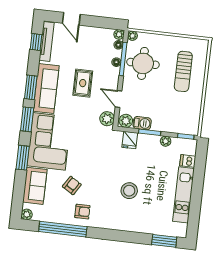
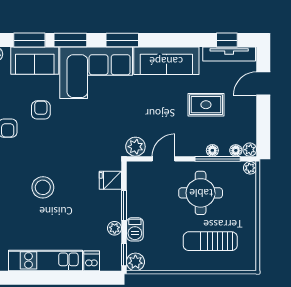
round table: (143, 63) -> (201, 193), moved
rug: (83, 83) -> (206, 105), moved
window: (31, 87) -> (29, 40), moved
plant: (126, 121) -> (135, 262), moved
barbecue: (142, 123) -> (135, 229), moved
armchair: (72, 185) -> (41, 110), turned -122

